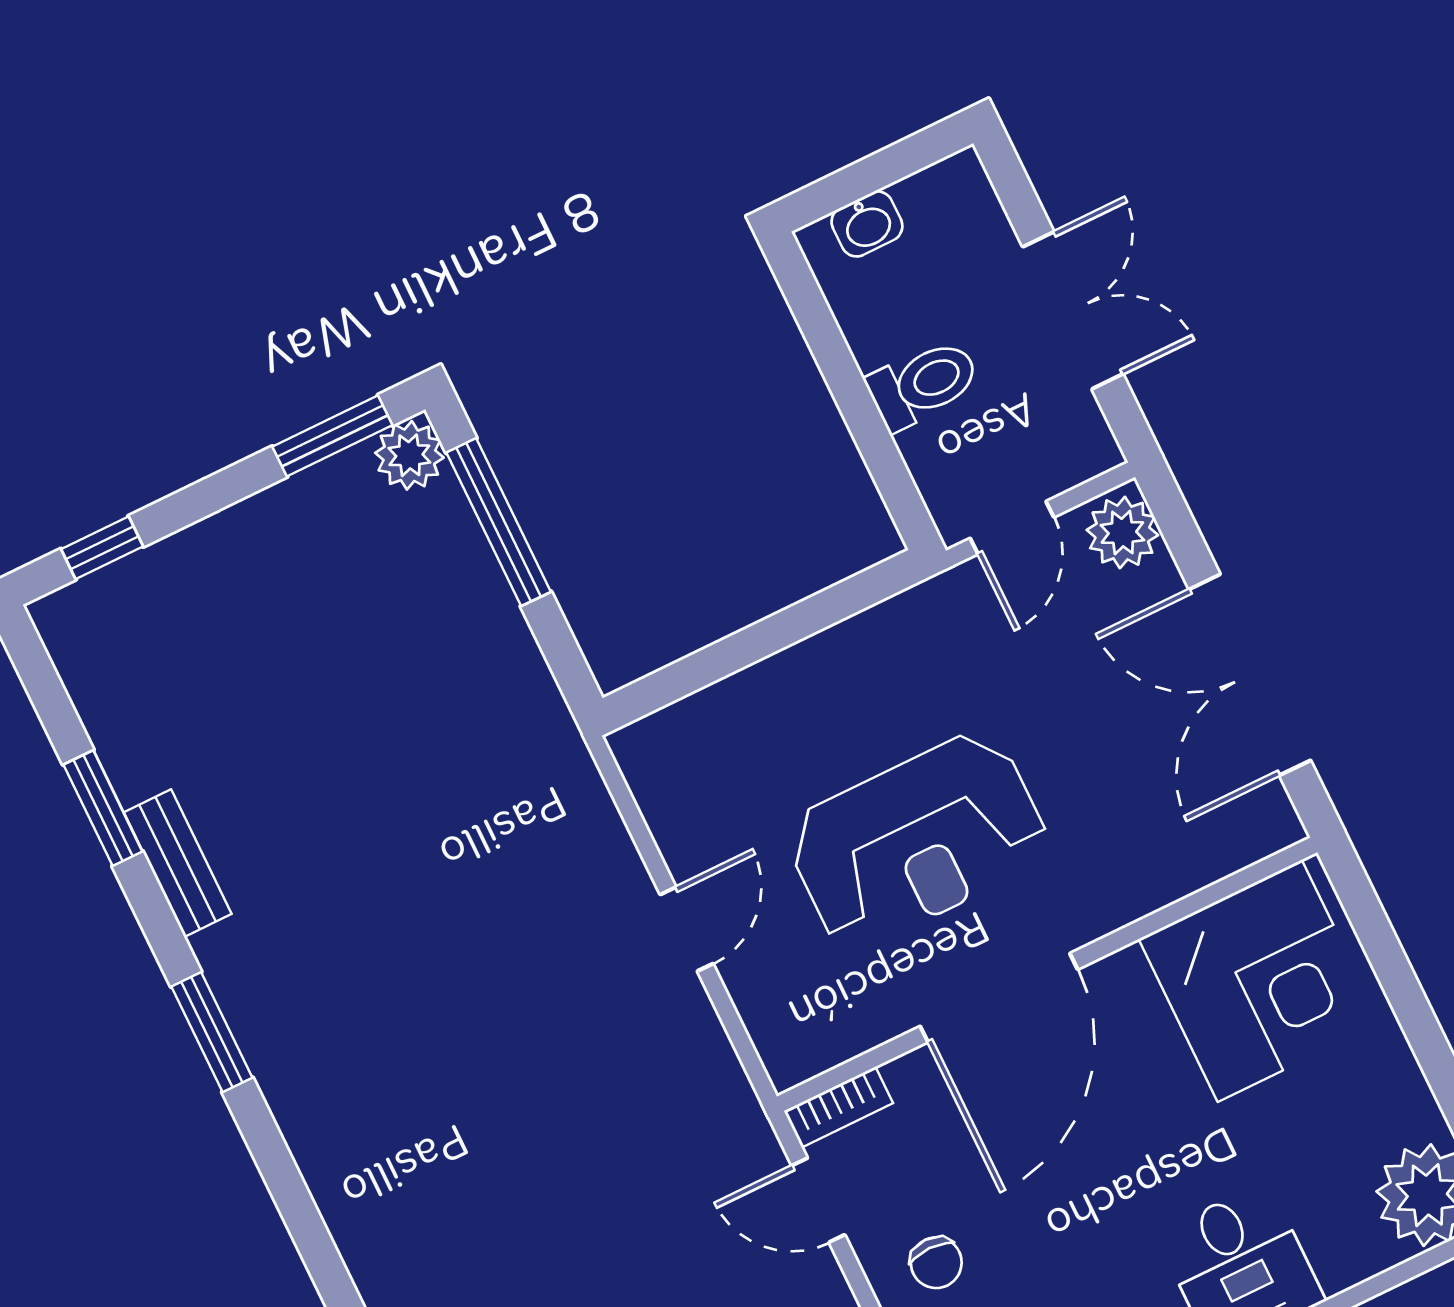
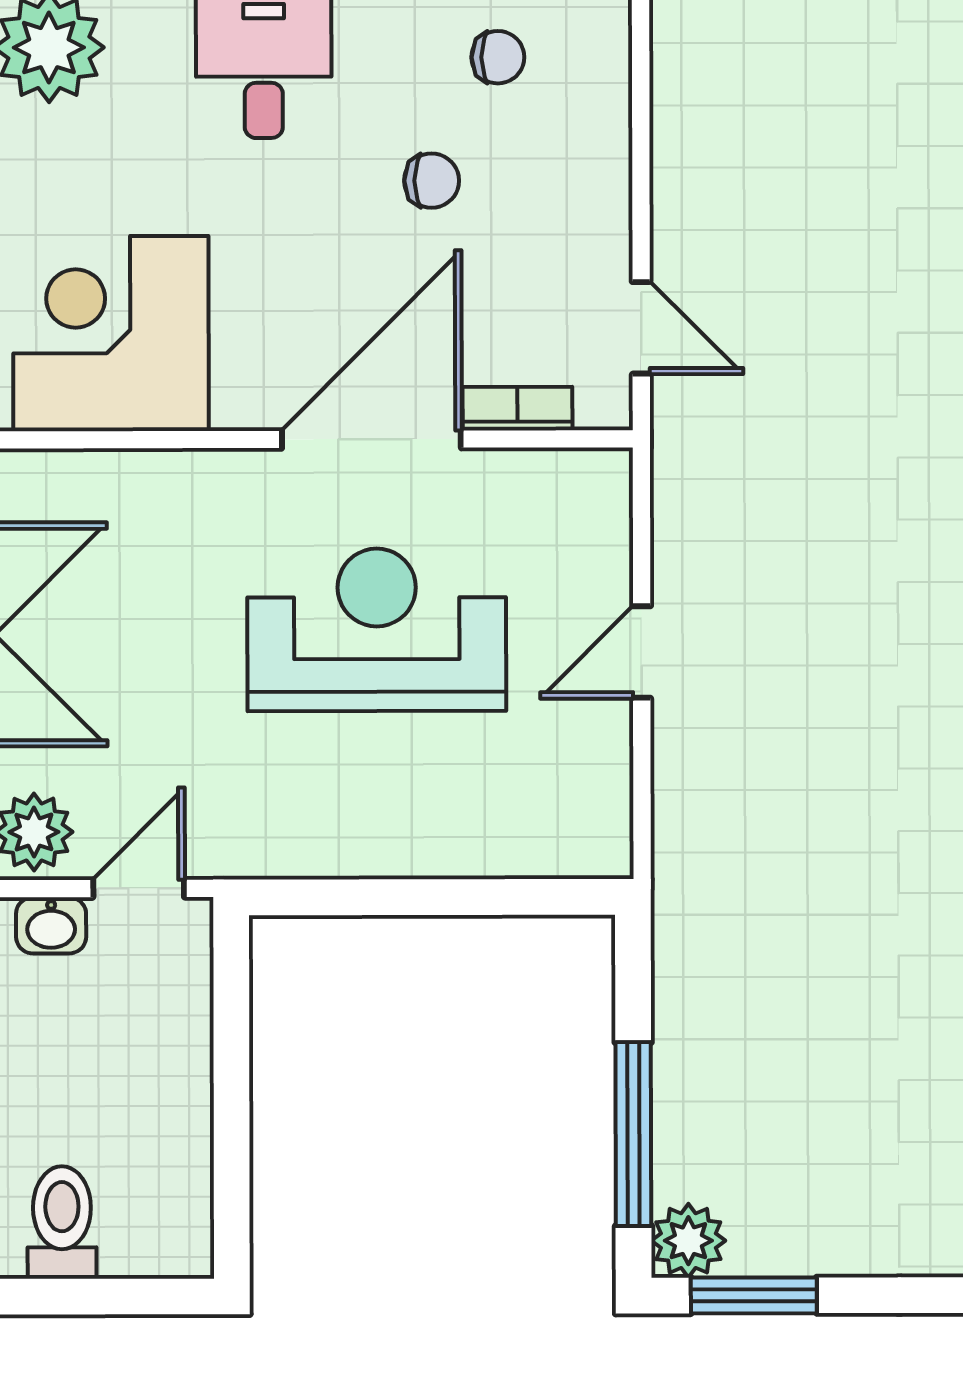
washbasin: (867, 224) -> (51, 925), moved, turned 180
toilet: (923, 384) -> (62, 1222), moved, turned 90
bookcase: (838, 1107) -> (517, 409), moved
chair: (936, 1263) -> (432, 181), moved, turned 90

